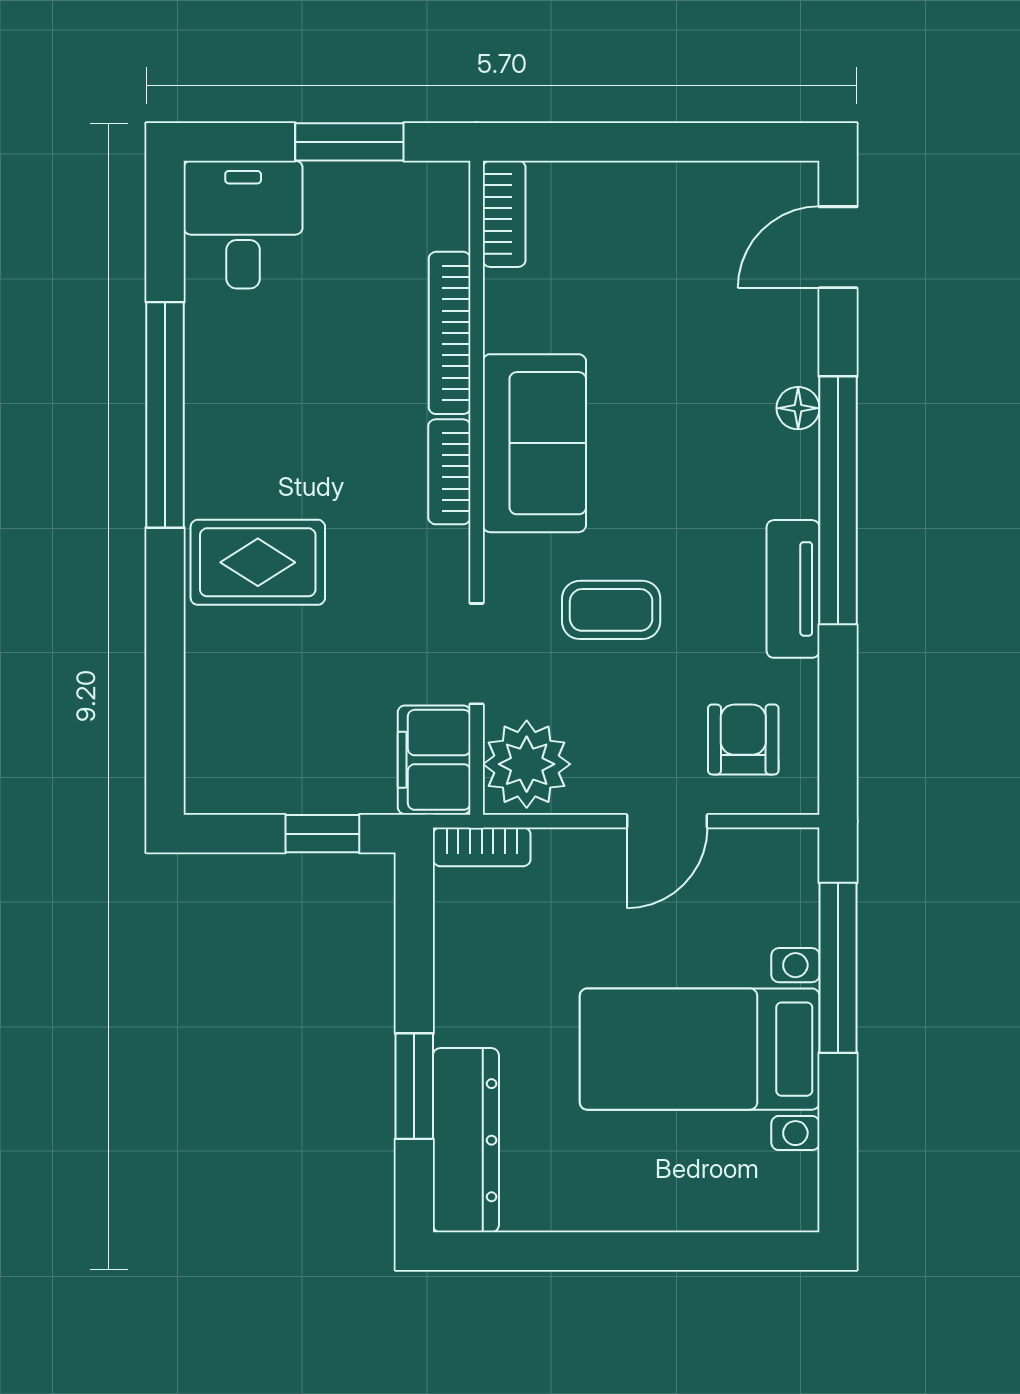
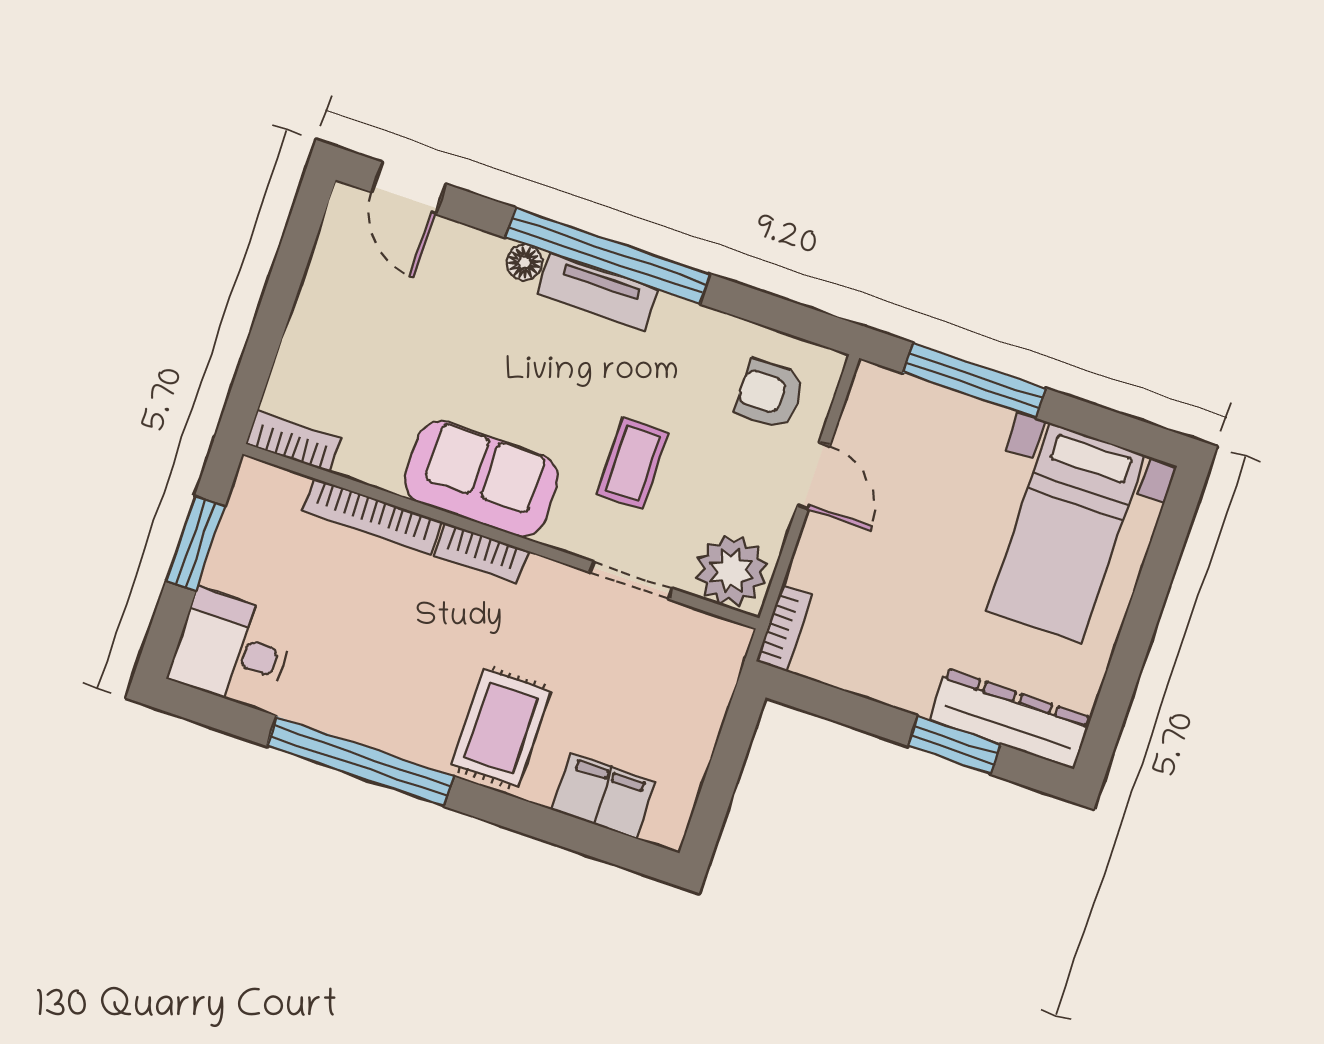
tv unit: (793, 589) -> (598, 292), moved
filing cabinet: (434, 760) -> (603, 796), moved, turned 180
window: (322, 834) -> (731, 750), removed
bed with nightstands: (700, 1049) -> (1066, 533), moved

